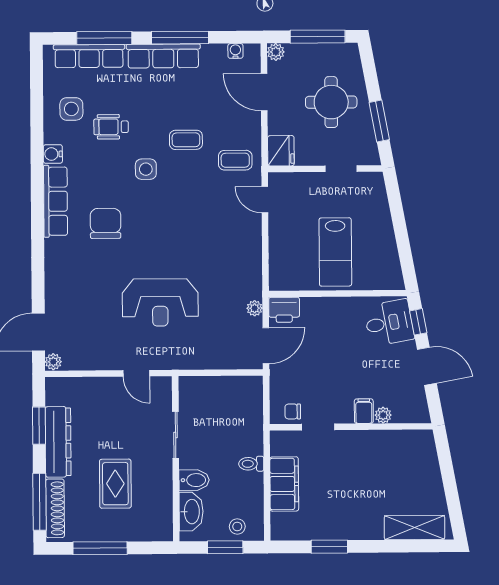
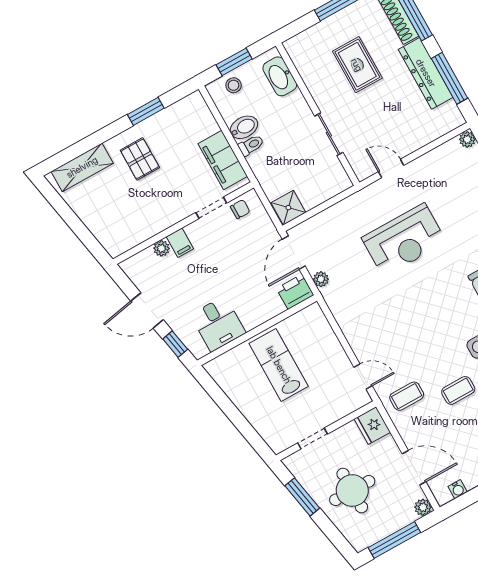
reception desk: (160, 302) -> (404, 240), turned 180
desk: (389, 323) -> (218, 324), moved, turned -79
shower: (248, 389) -> (288, 208), added
window: (39, 426) -> (450, 78), width x1.44
bidet: (194, 480) -> (244, 127), moved, turned 180
filing cabinet: (284, 484) -> (223, 160), moved
pallet: (358, 507) -> (140, 159), added

